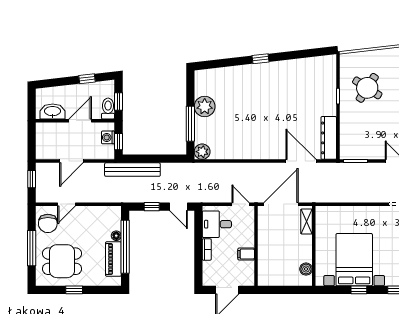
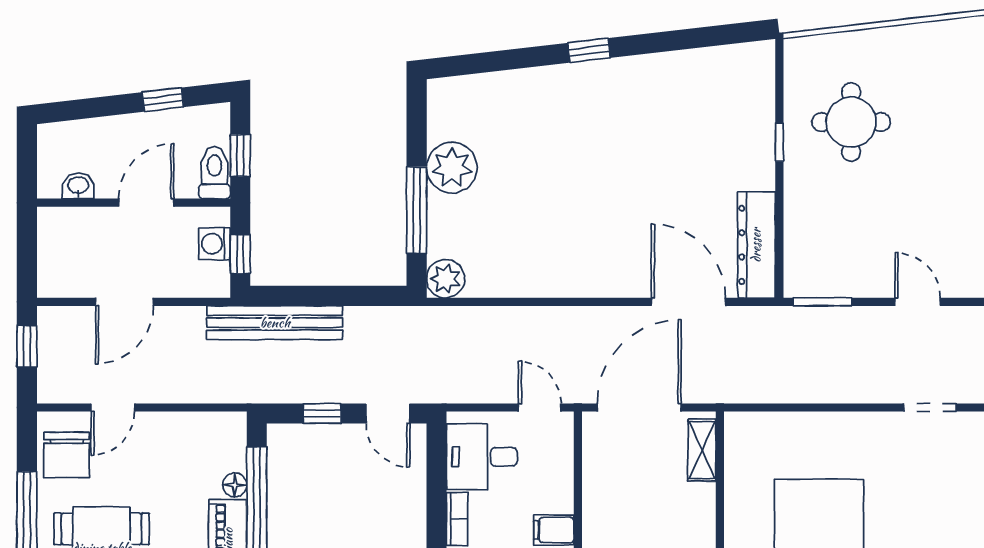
round table: (367, 88) -> (851, 122), turned -33
washbasin: (53, 112) -> (78, 186), width x0.52, depth x0.69

